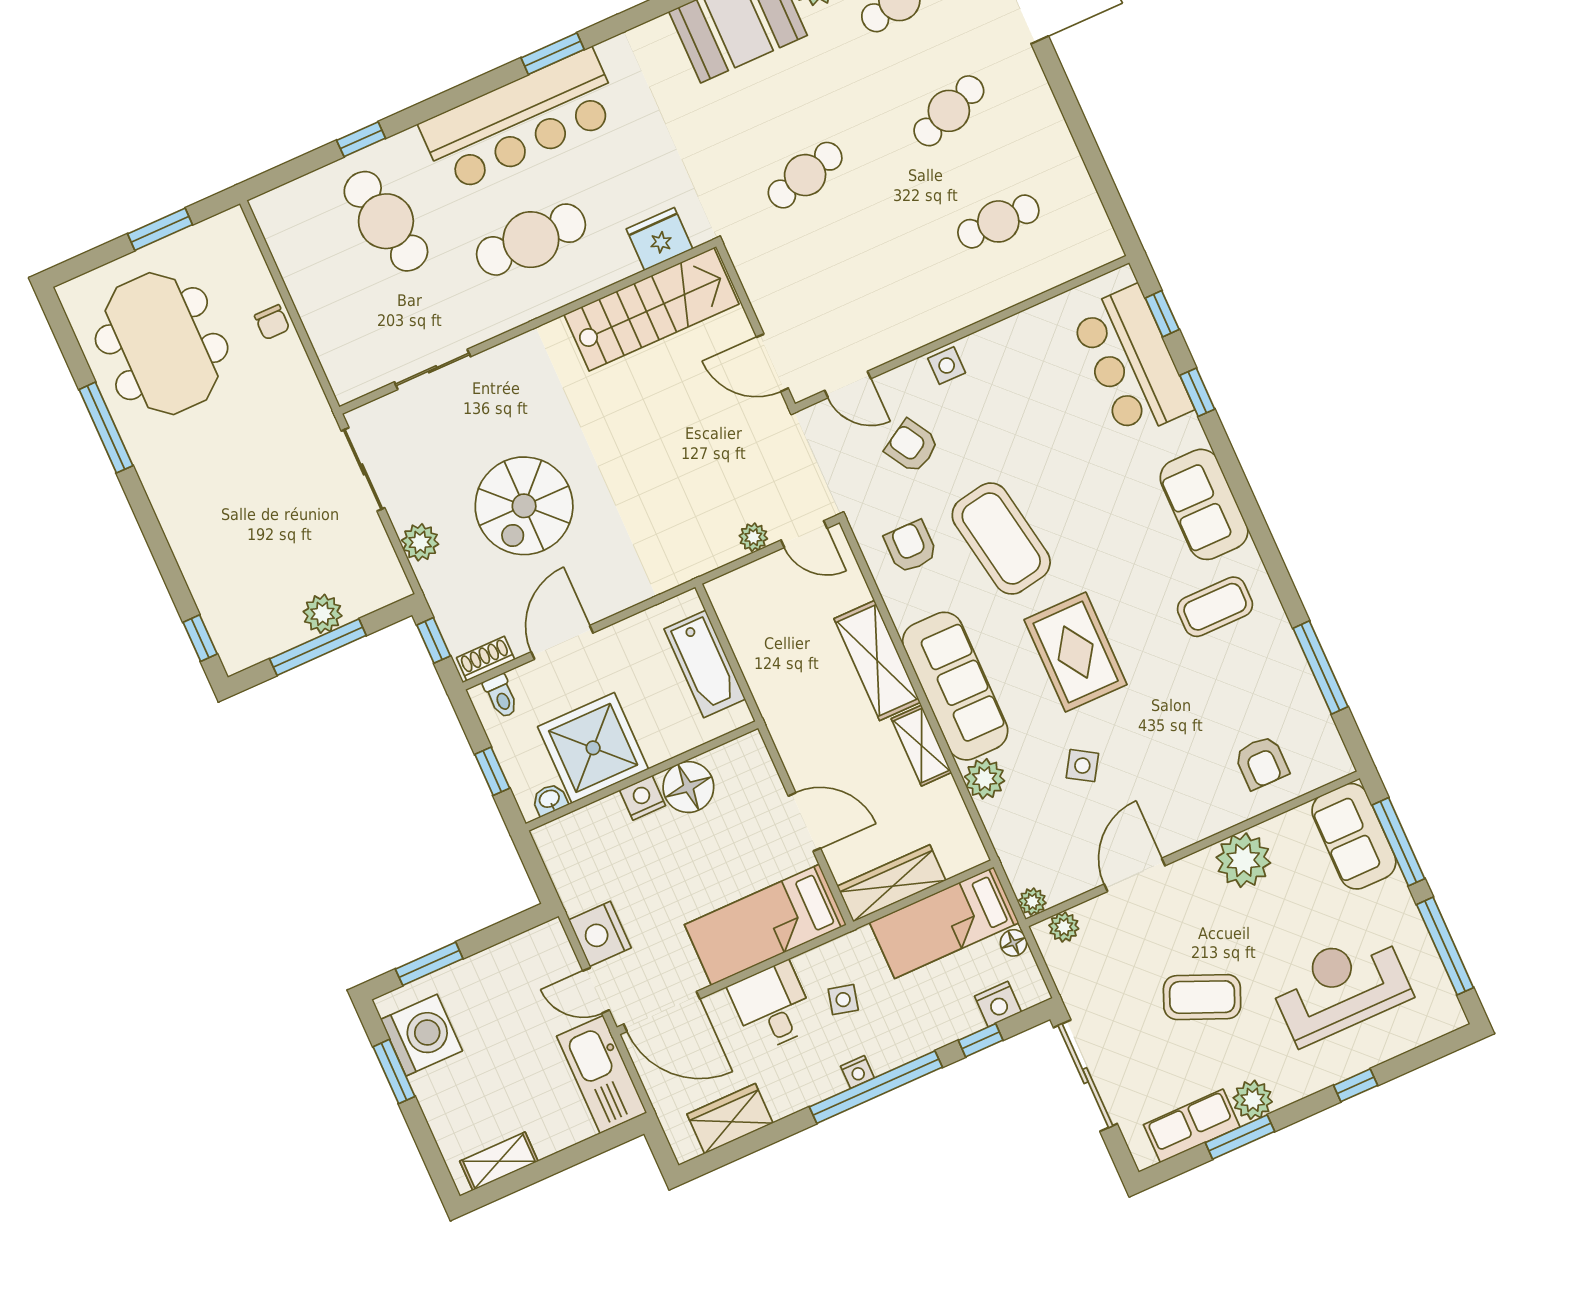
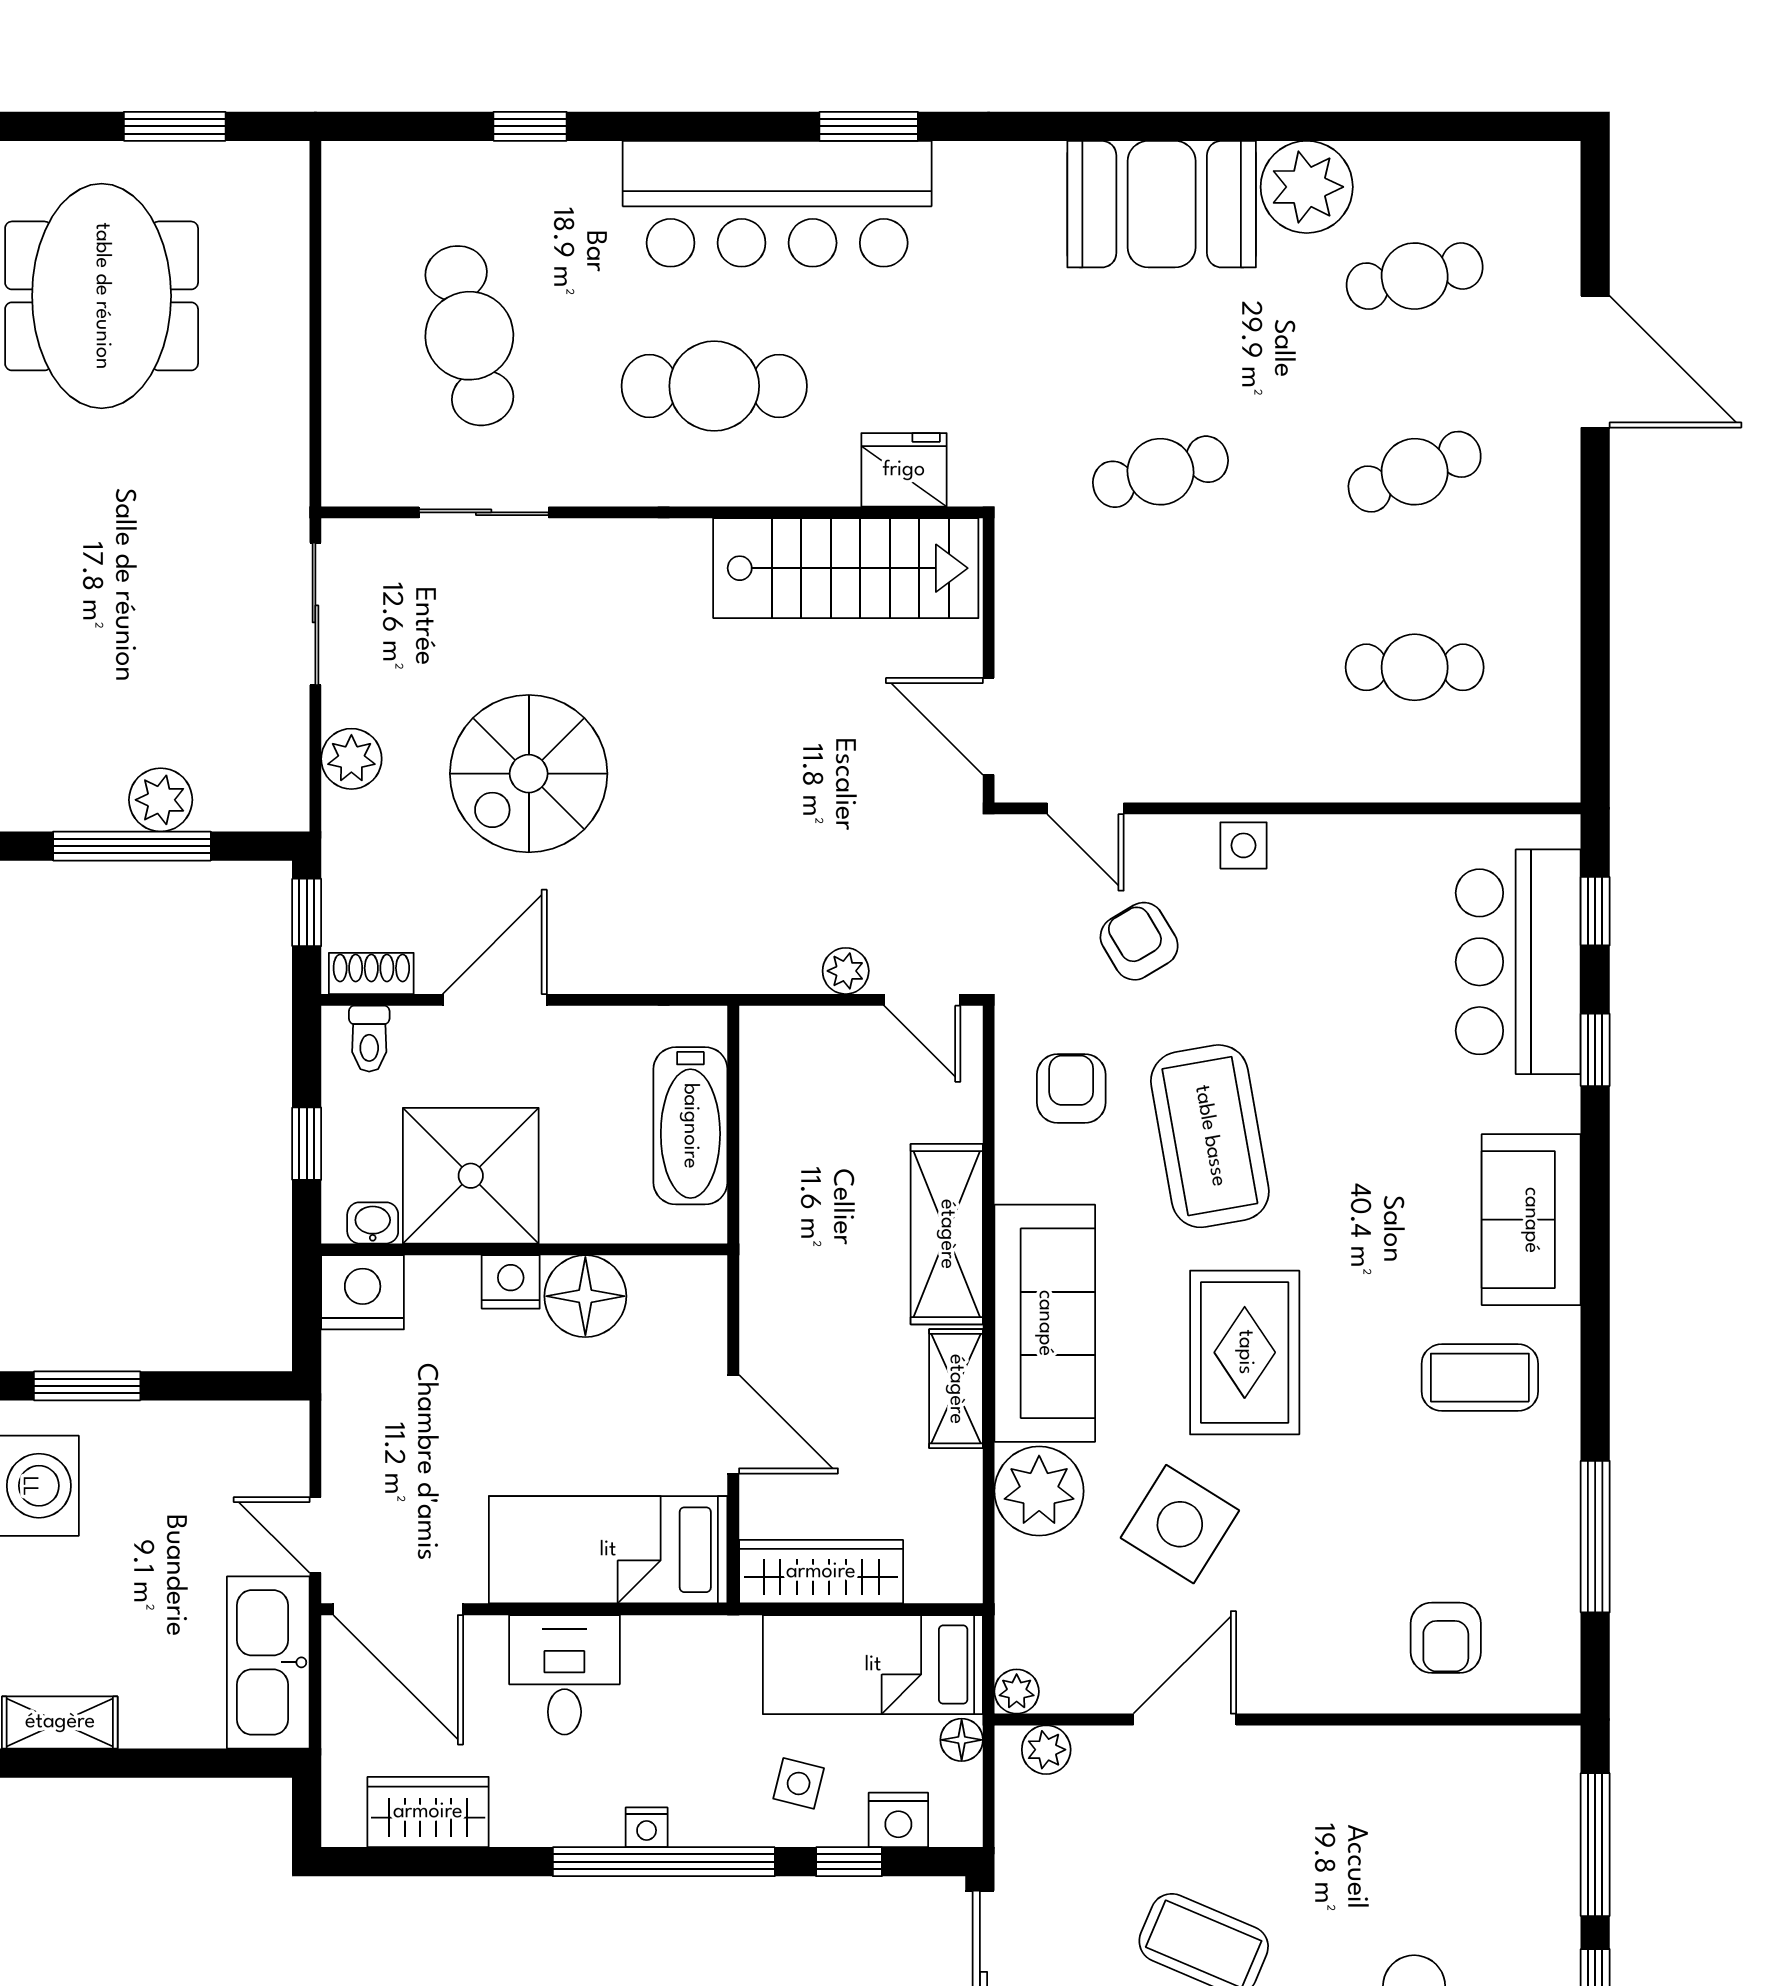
cafe table: (386, 221) -> (469, 336), moved
chair: (272, 322) -> (278, 337), removed
side table: (1082, 766) -> (1180, 1524), width x1.87, depth x1.87
plant: (985, 779) -> (1039, 1491), width x1.36, depth x1.36
sofa: (1354, 836) -> (1533, 1807), removed
plant: (1243, 860) -> (1355, 1770), removed
nightstand: (600, 934) -> (363, 1292), moved, turned 90
side table: (843, 1000) -> (799, 1783), moved

